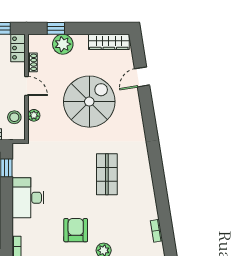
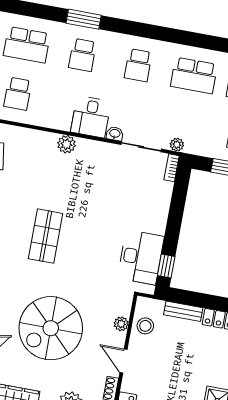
desk: (28, 198) -> (141, 257), moved
armchair: (76, 230) -> (96, 175), removed

